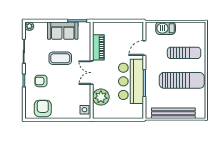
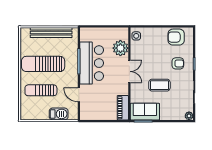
sofa: (63, 31) -> (145, 112), moved
piano: (98, 47) -> (123, 108), moved
door: (144, 48) -> (79, 95), swing flipped
armchair: (43, 108) -> (176, 37), turned 90

